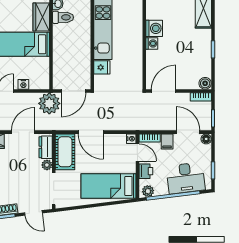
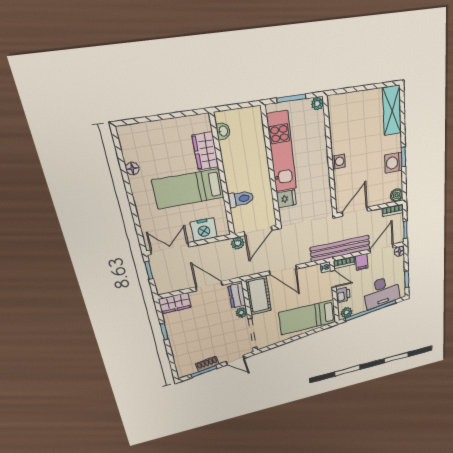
toilet: (63, 17) -> (241, 199), moved
washing machine: (154, 28) -> (393, 163), moved, turned 180
nightstand: (23, 84) -> (204, 230), width x1.89, depth x1.79
plant: (49, 103) -> (238, 243), width x0.53, depth x0.53
bench: (147, 123) -> (340, 249), added
door: (23, 132) -> (209, 286), hinge flipped
door: (188, 132) -> (382, 248), hinge flipped

